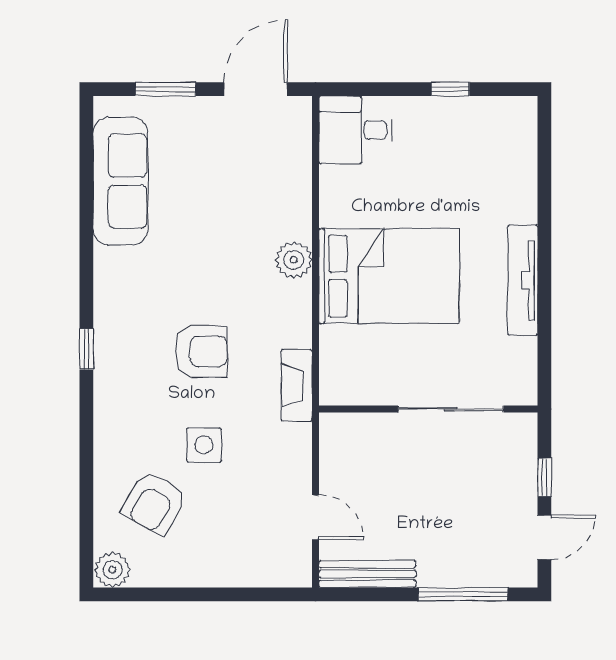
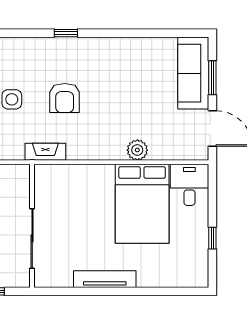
sofa: (120, 181) -> (193, 73), moved, turned 90
plant: (294, 260) -> (137, 150), moved
bed: (389, 276) -> (142, 204), moved

